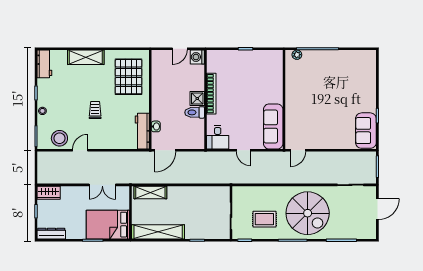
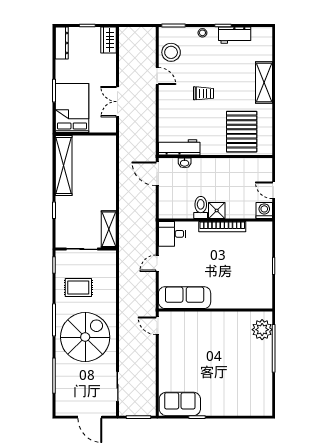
plant: (297, 55) -> (262, 330), width x1.88, depth x1.88
workbench: (44, 64) -> (235, 35), moved
pallet: (129, 77) -> (242, 132), turned 90
shelving: (150, 193) -> (109, 229), moved
spiral stairs: (308, 213) -> (85, 337), turned 180
rug: (264, 219) -> (78, 288), turned 90

